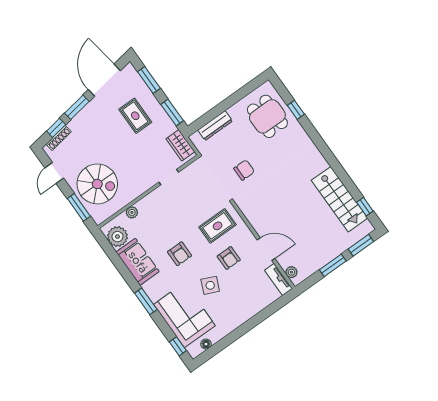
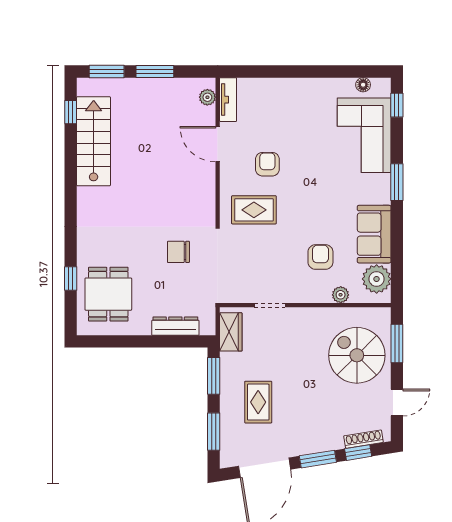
armchair: (179, 254) -> (320, 257), moved
side table: (210, 285) -> (311, 148), removed

